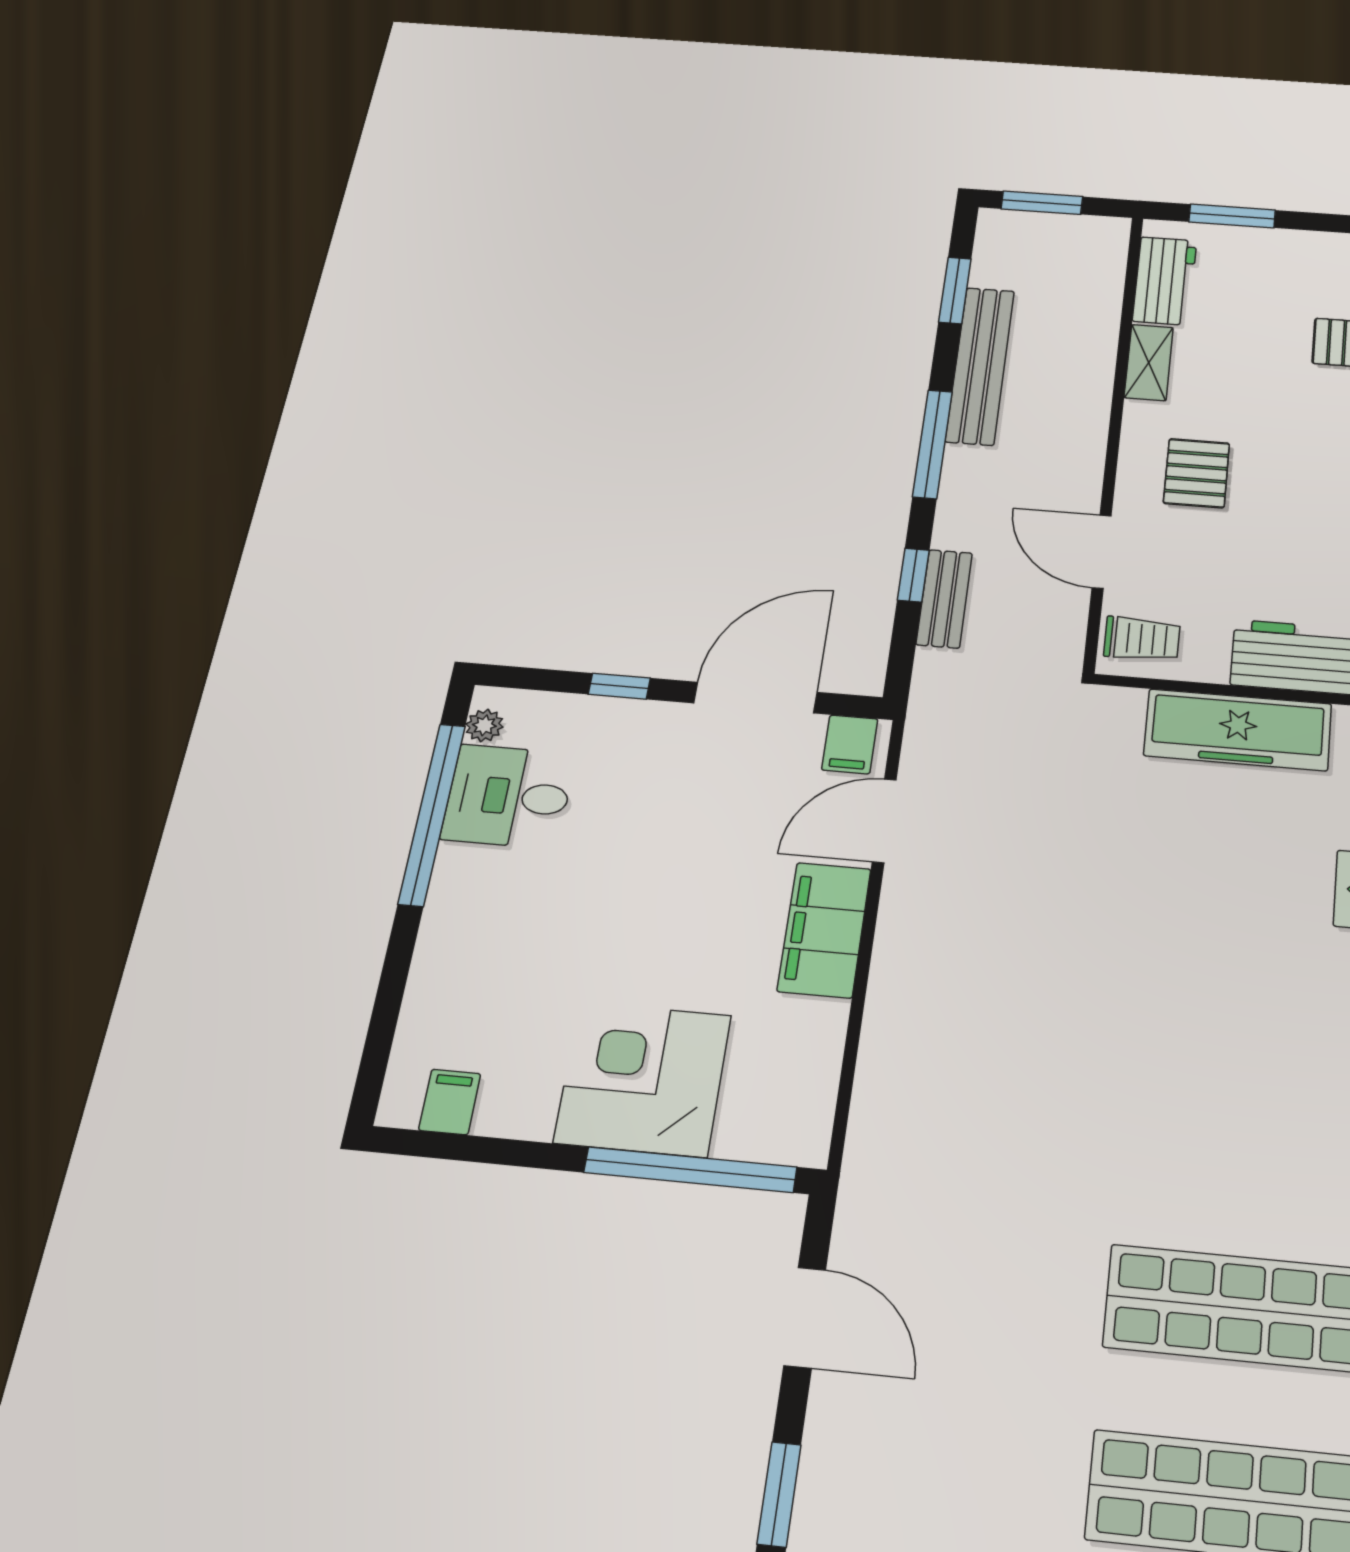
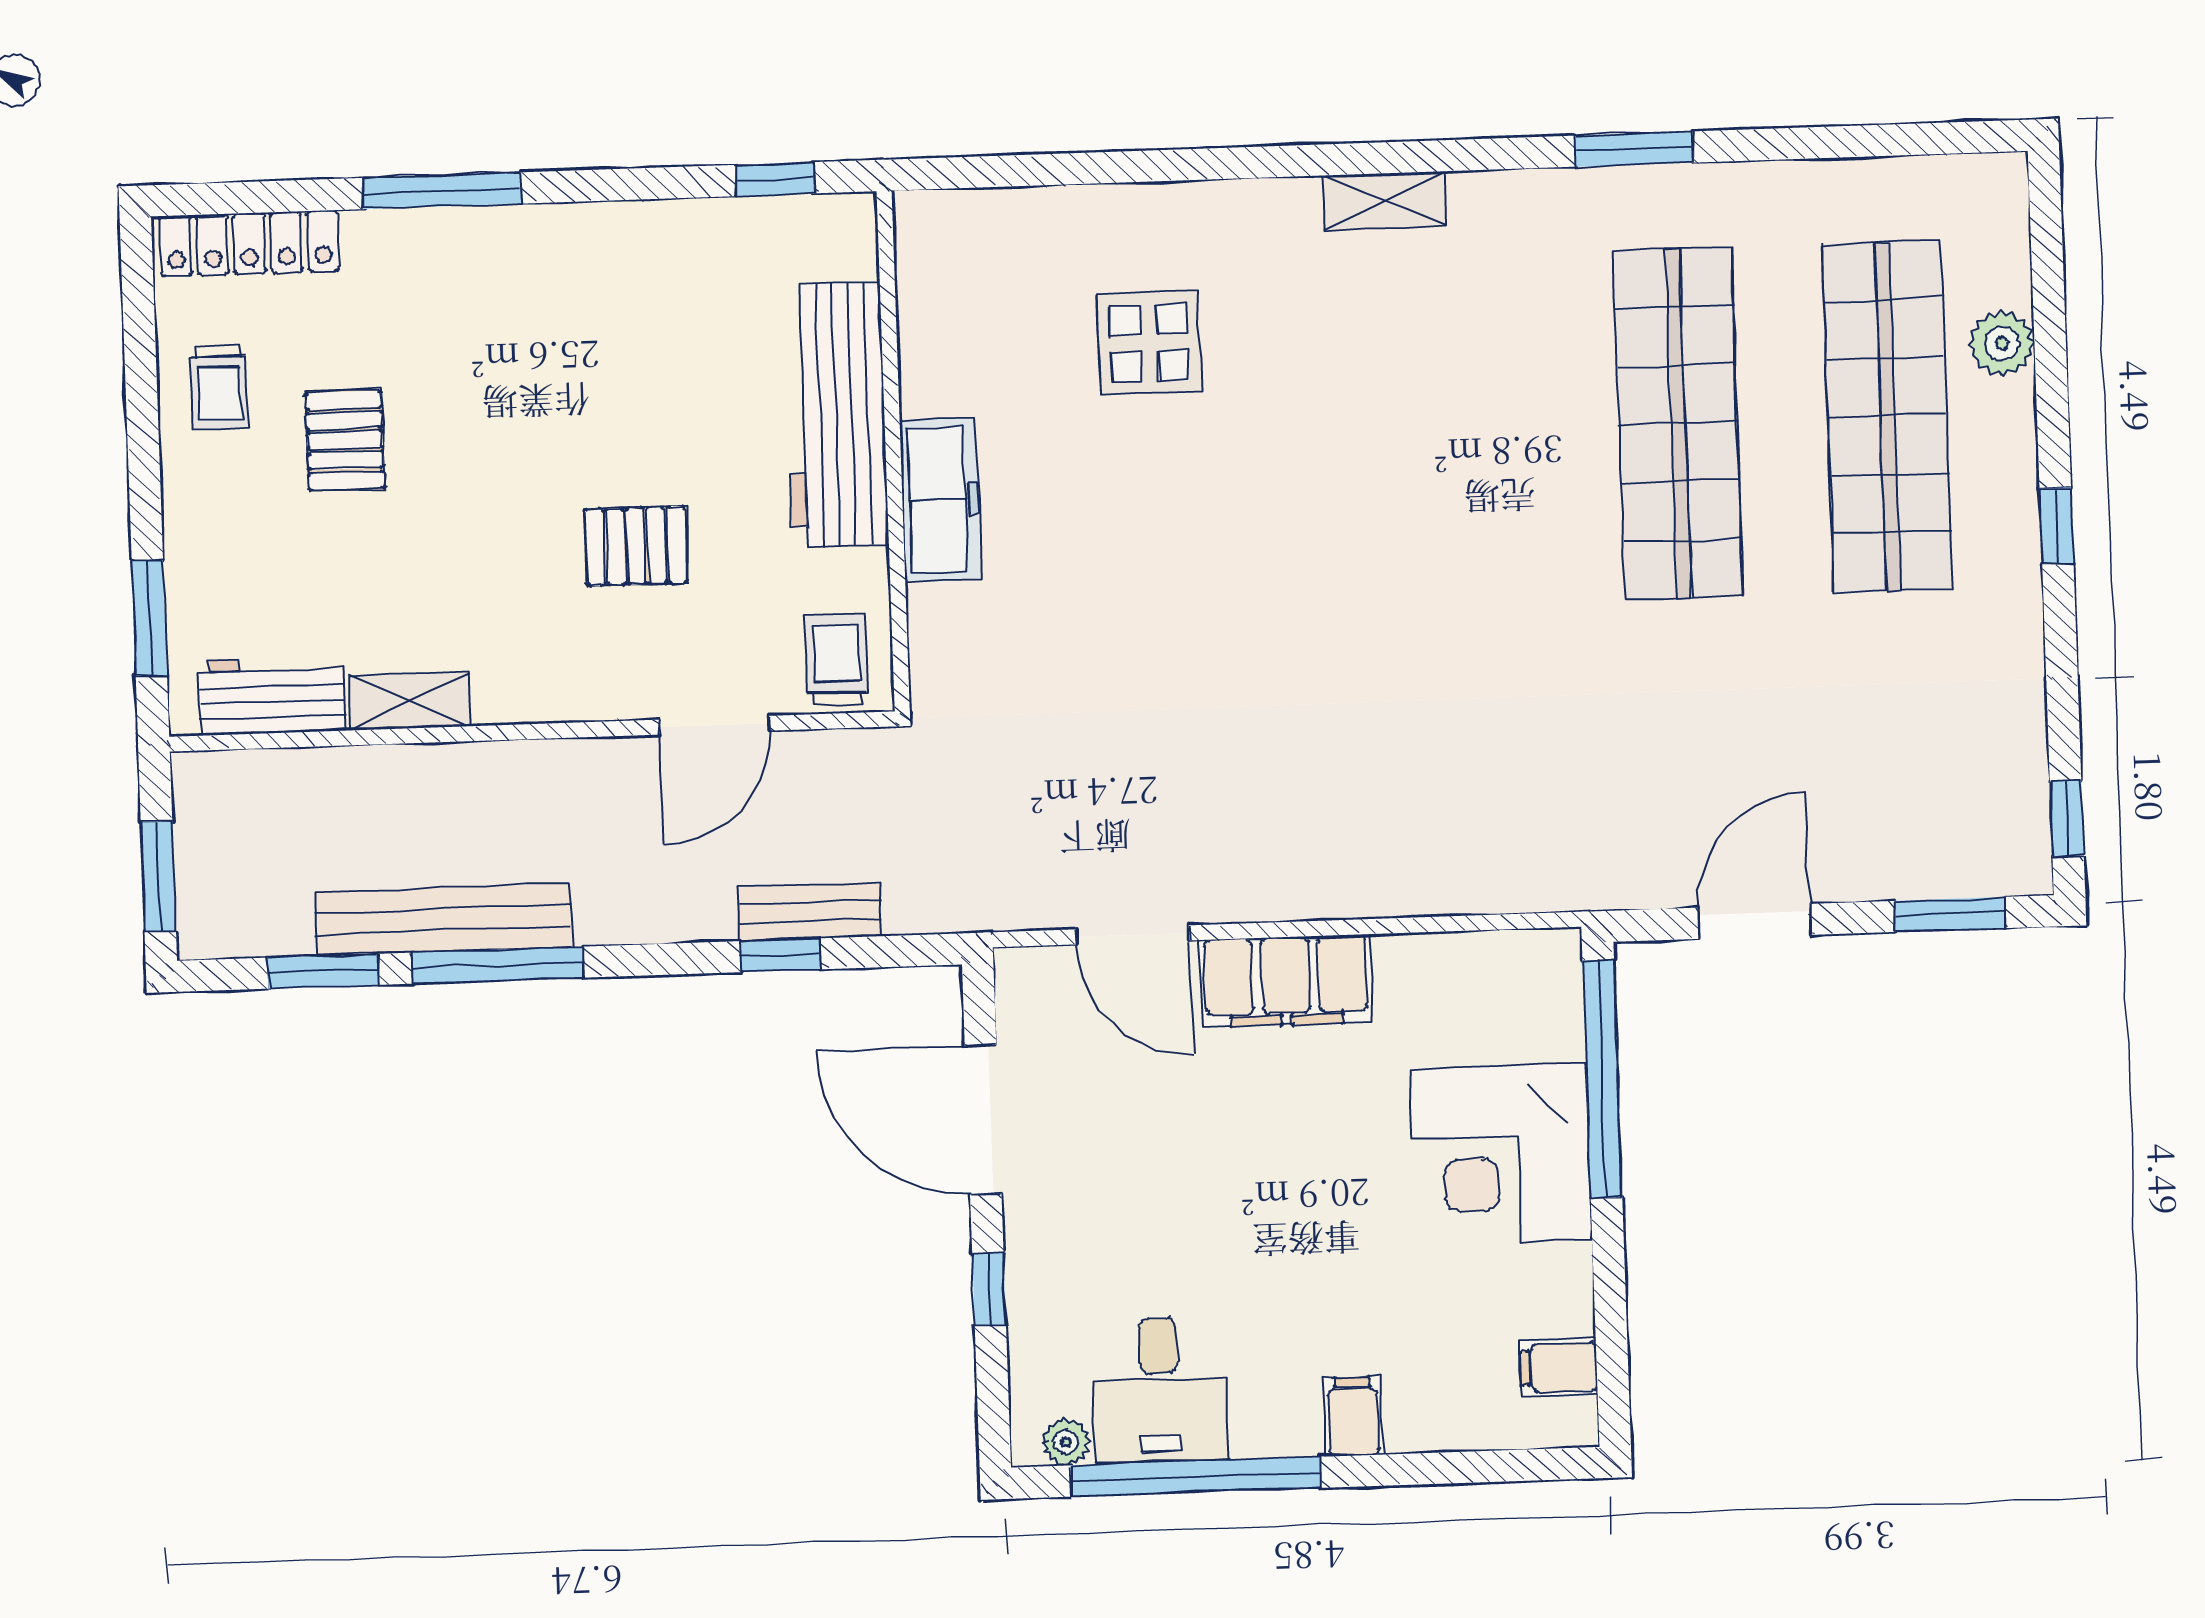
window: (932, 444) -> (498, 965), moved
pallet: (1196, 473) -> (636, 546), moved
freezer: (1238, 730) -> (940, 500), width x0.73, depth x0.79
filing cabinet: (850, 744) -> (1353, 1416), moved, turned -90

